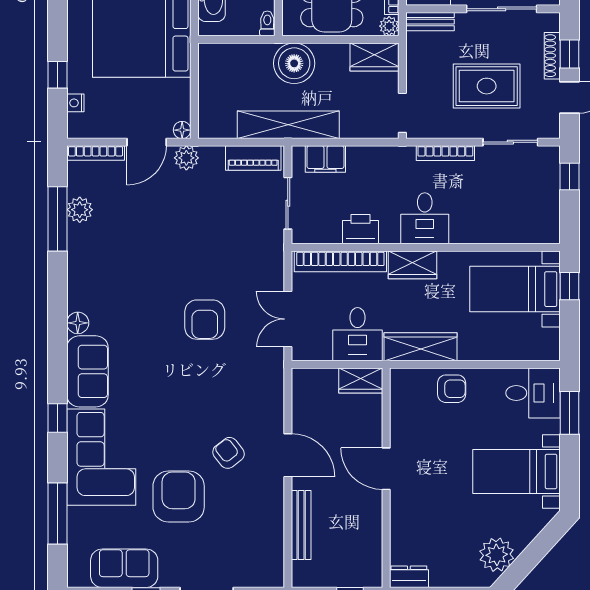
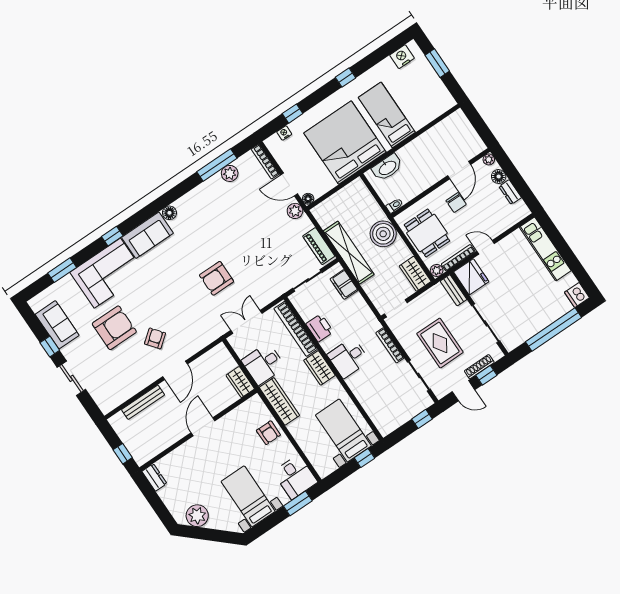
window: (58, 514) -> (62, 270), width x0.69

